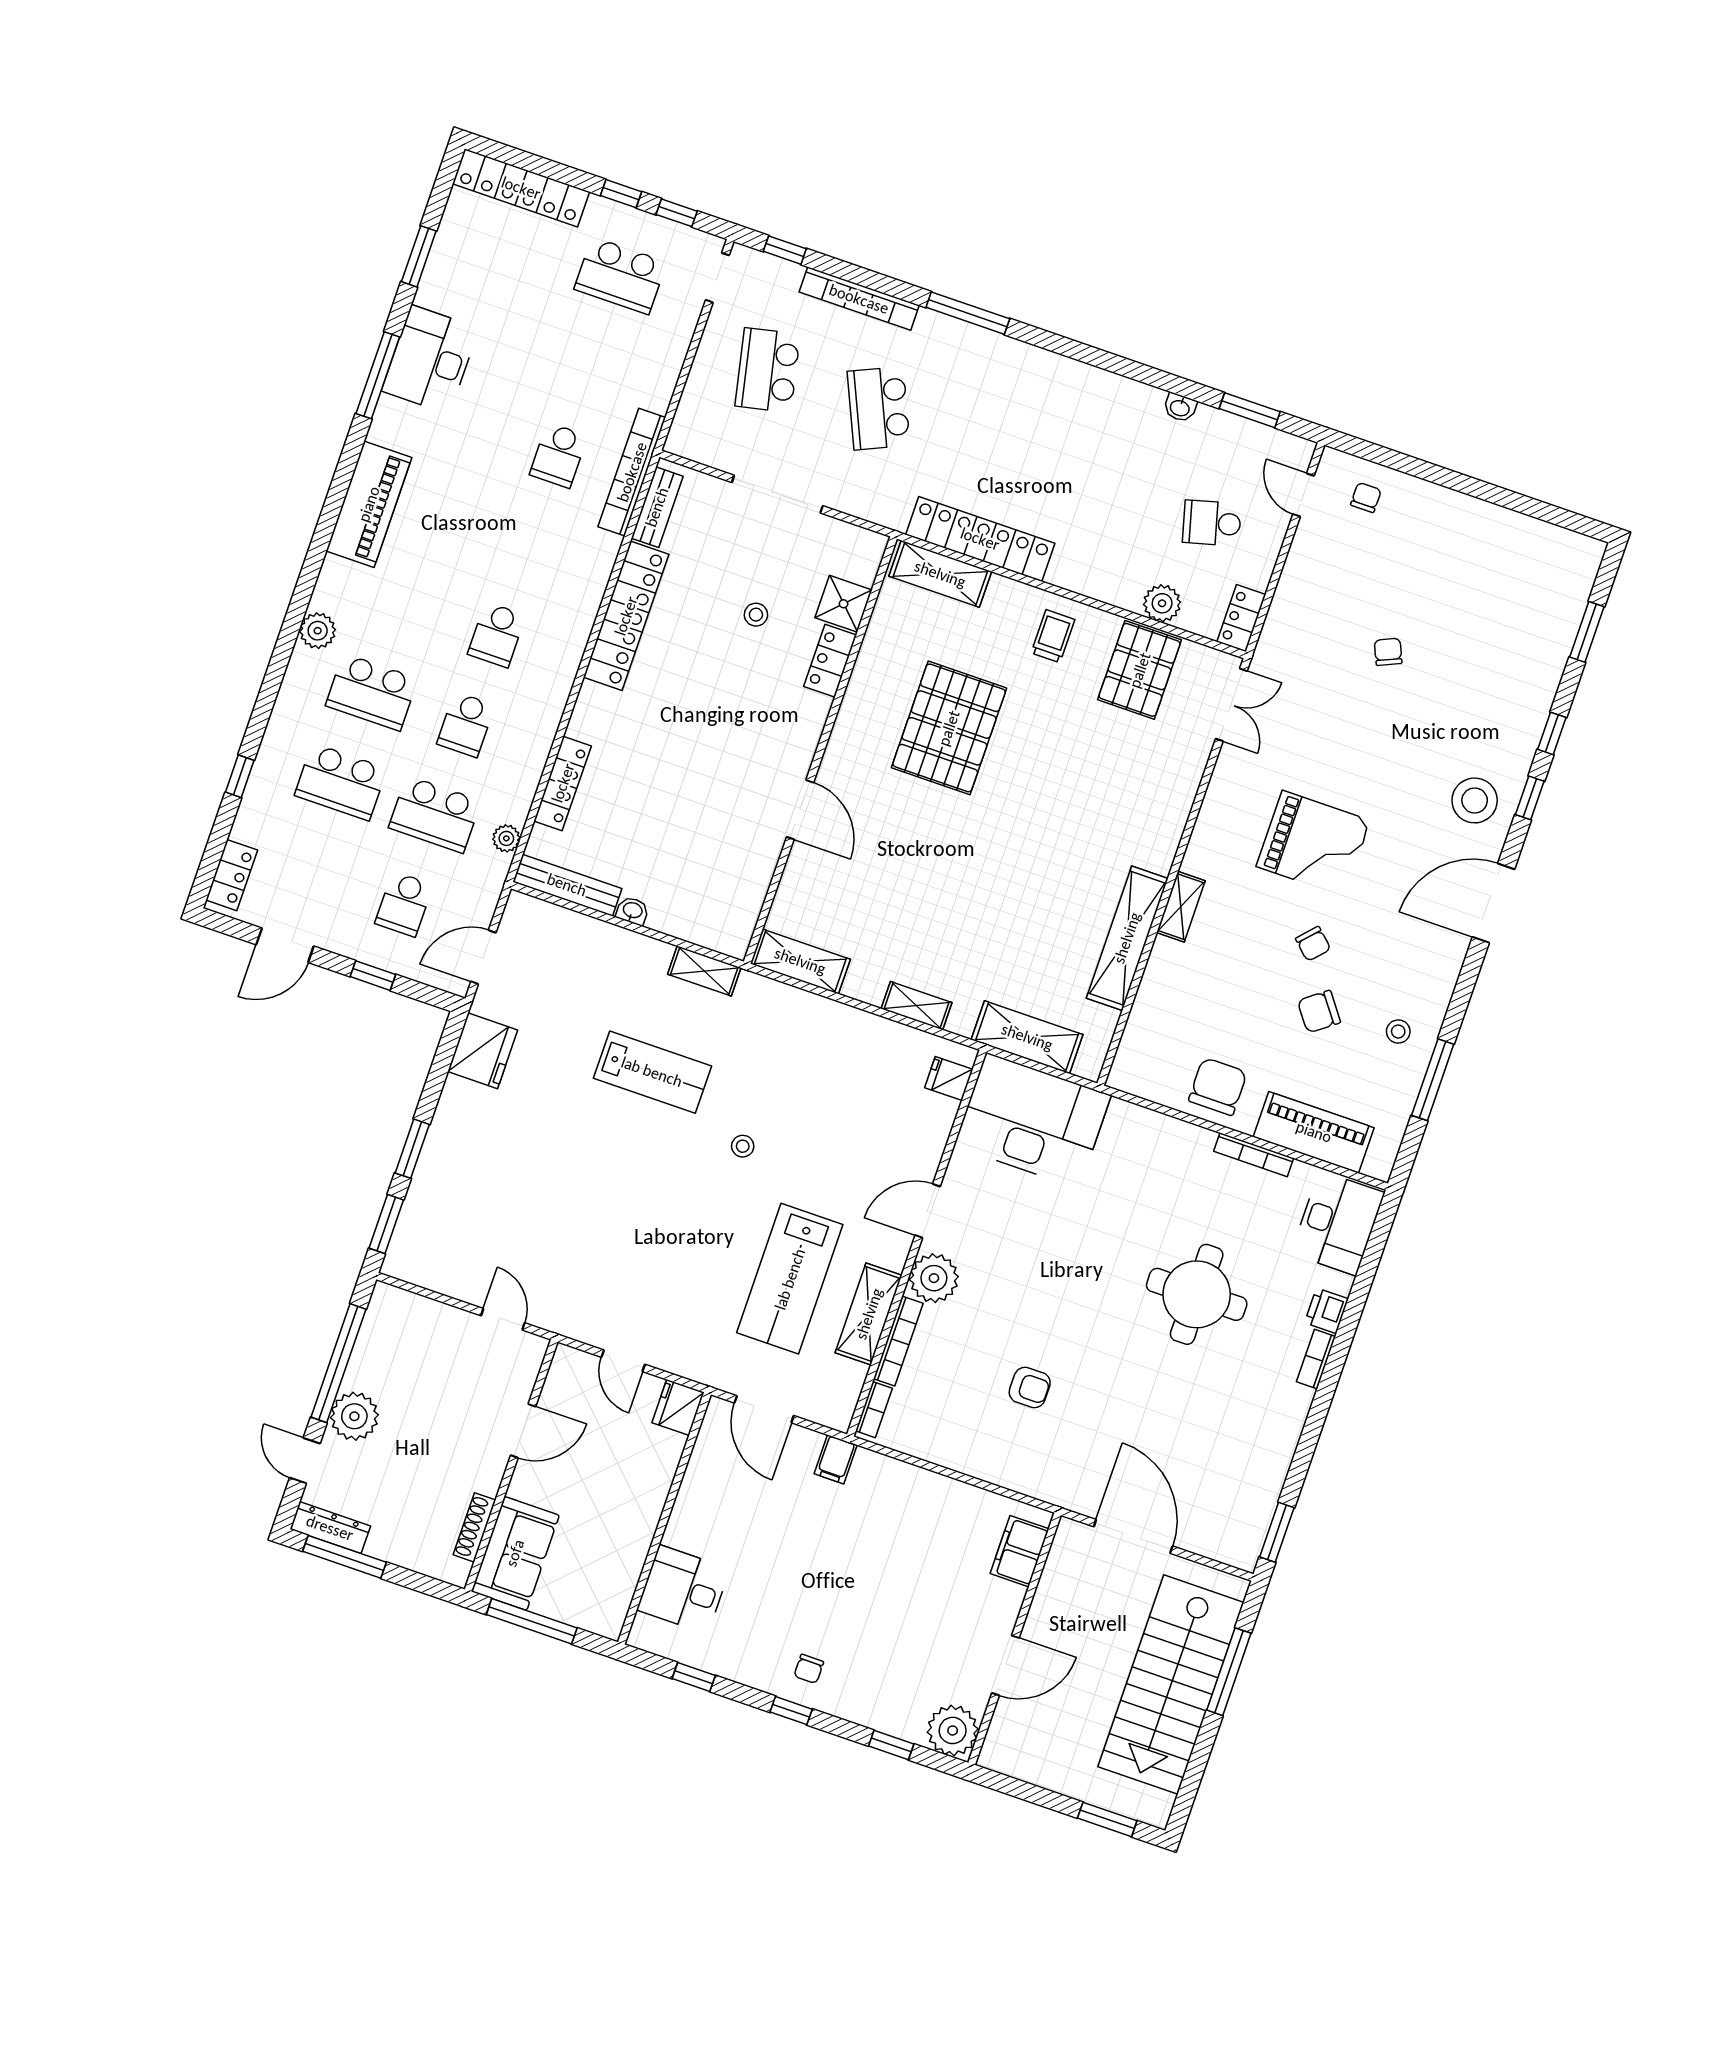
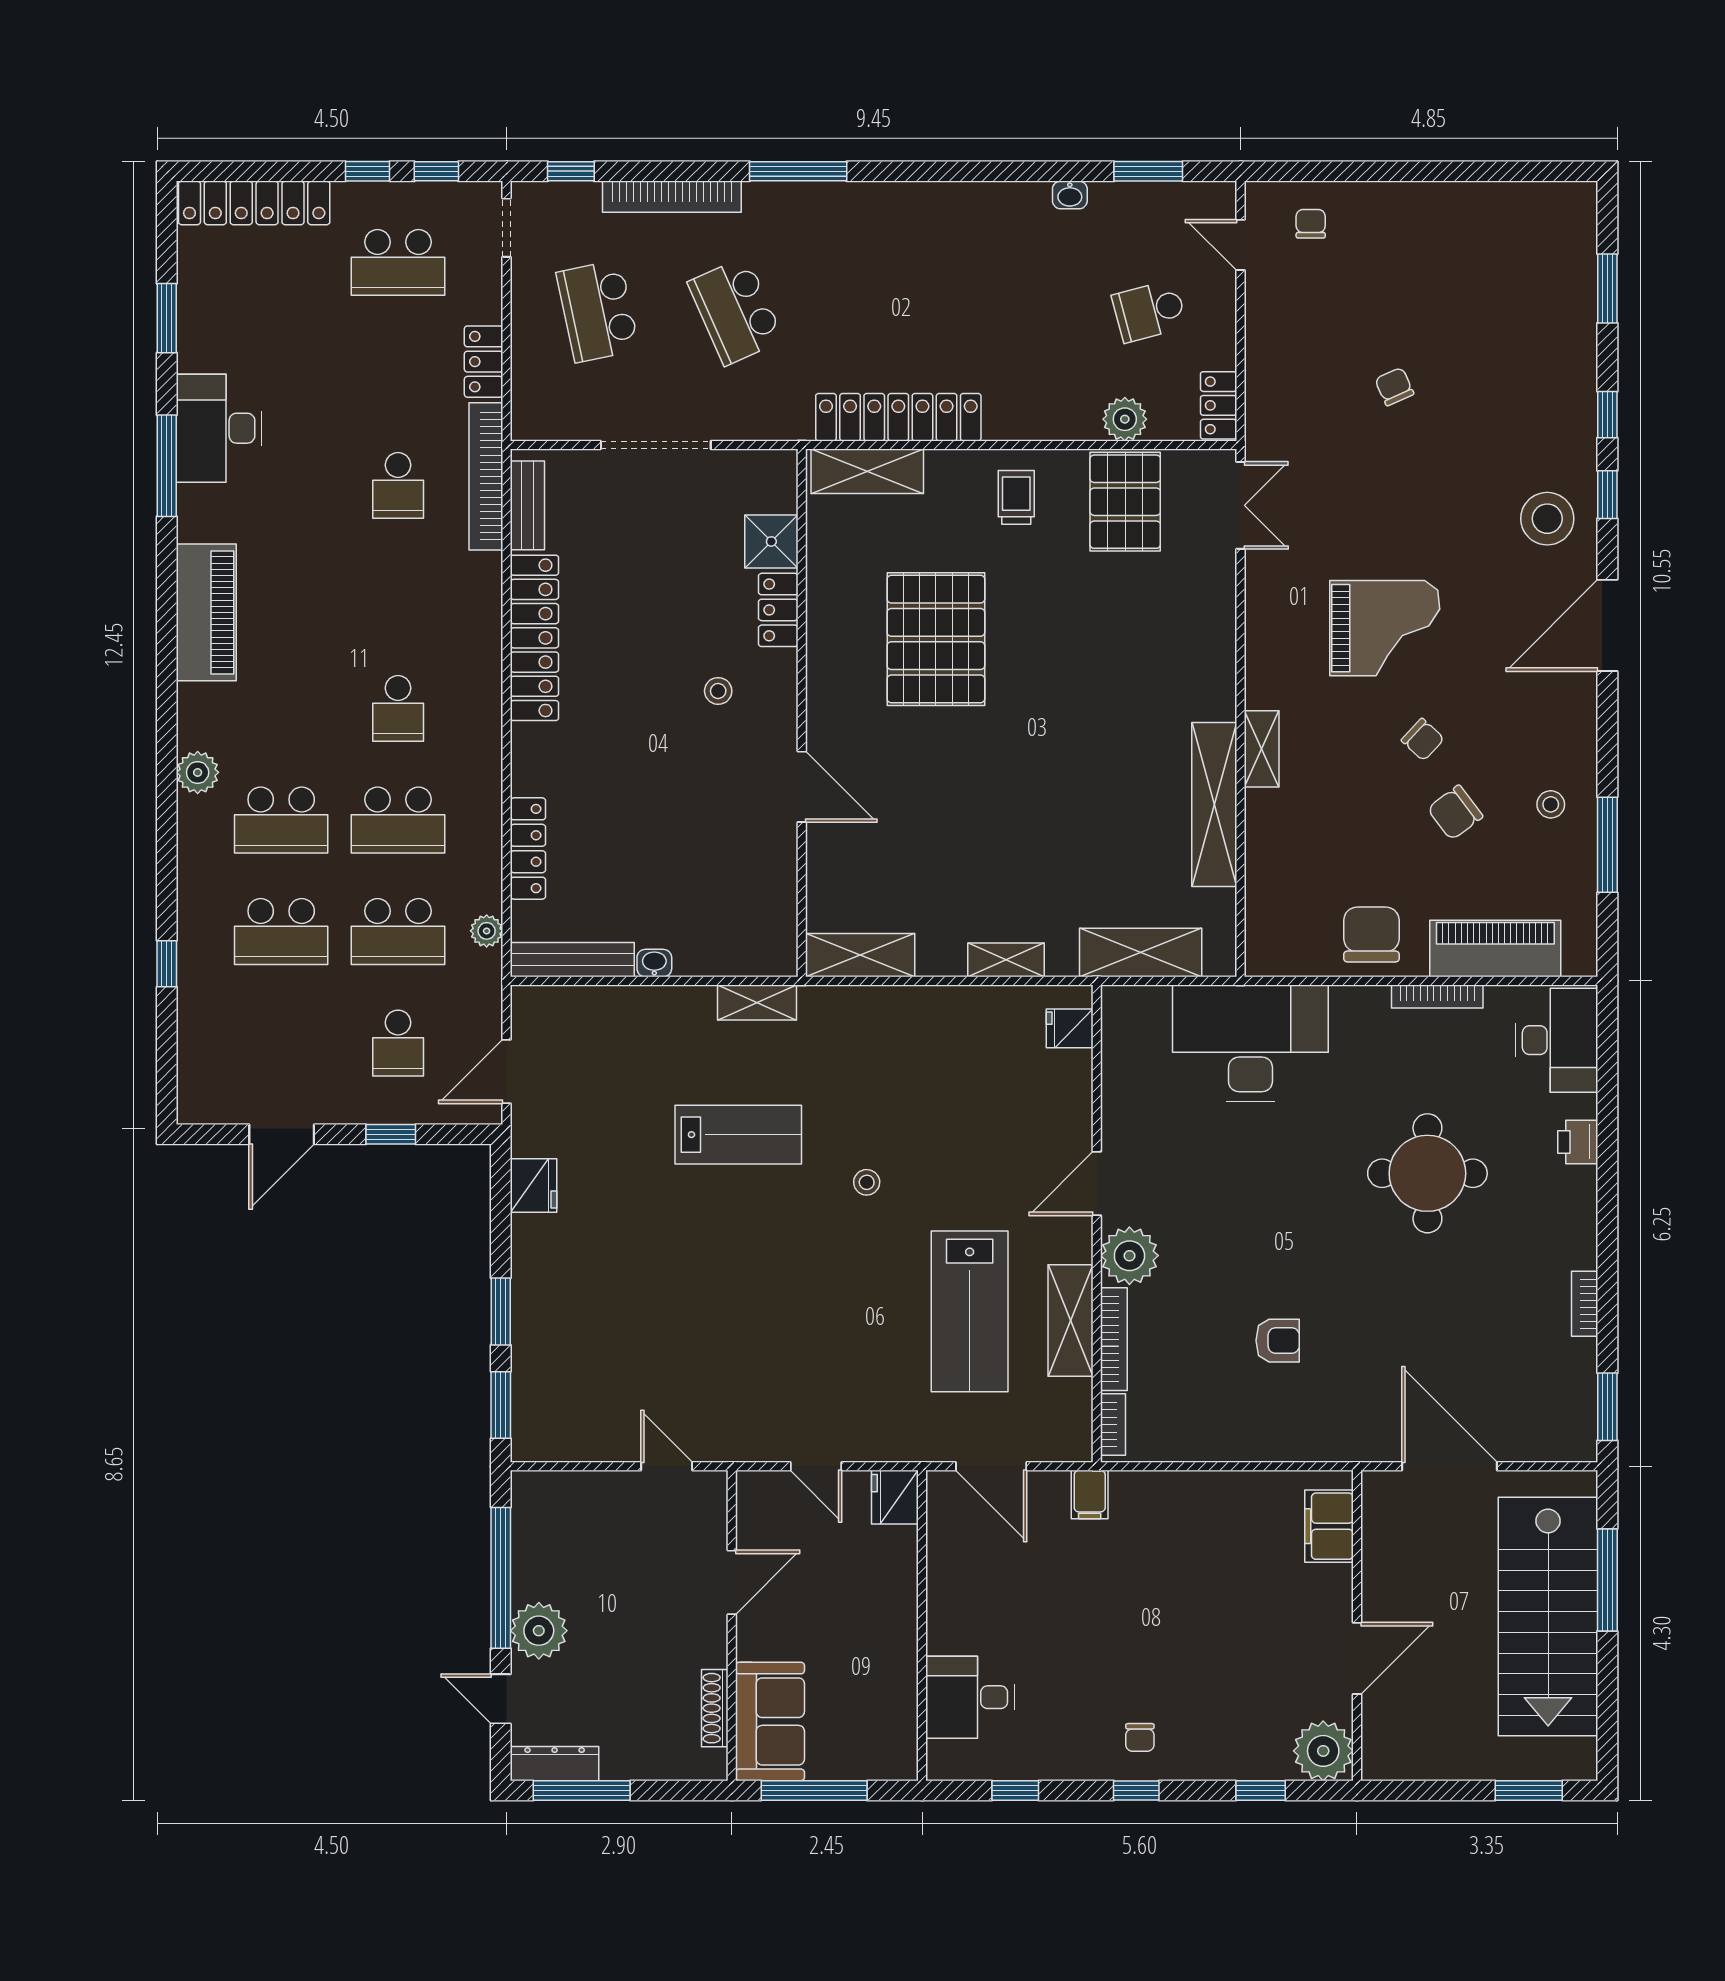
stool: (756, 615) -> (718, 691), moved
school desk: (466, 725) -> (398, 820), width x1.85
locker: (232, 875) -> (484, 362), moved, turned 180
fridge: (483, 1051) -> (534, 1186), width x0.73, depth x0.75
desk: (1033, 1120) -> (1250, 1043), moved
bookcase: (1316, 1359) -> (1585, 1304), moved

